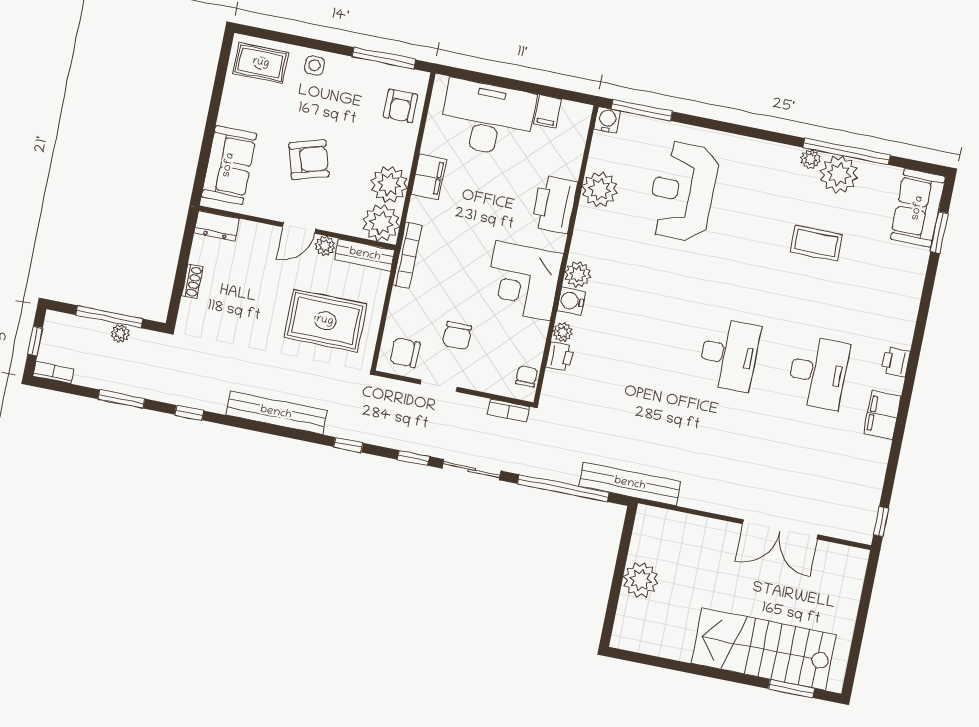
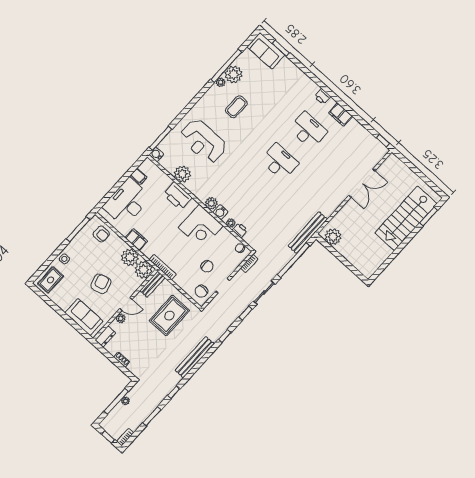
door: (299, 228) -> (126, 304), hinge flipped
coffee table: (816, 243) -> (236, 107), moved
plant: (325, 246) -> (121, 318), moved
plant: (641, 580) -> (333, 237), moved

